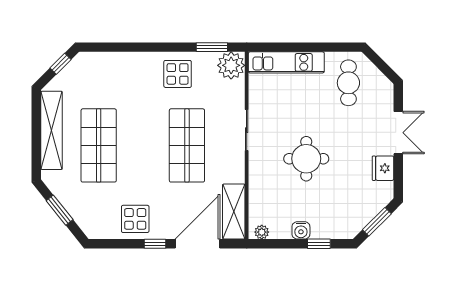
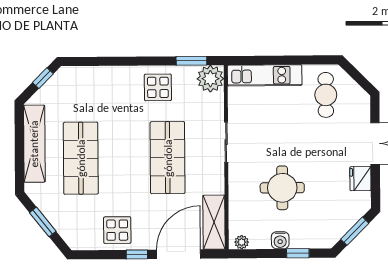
round table: (306, 159) -> (282, 188), moved

